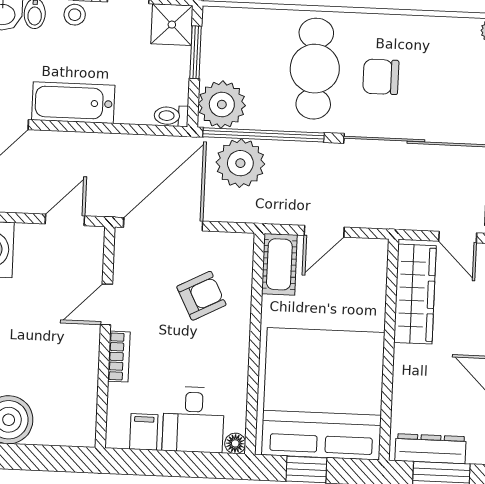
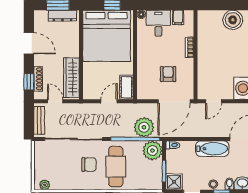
armchair: (201, 296) -> (168, 74), moved, turned 117
door: (106, 304) -> (195, 68), removed

